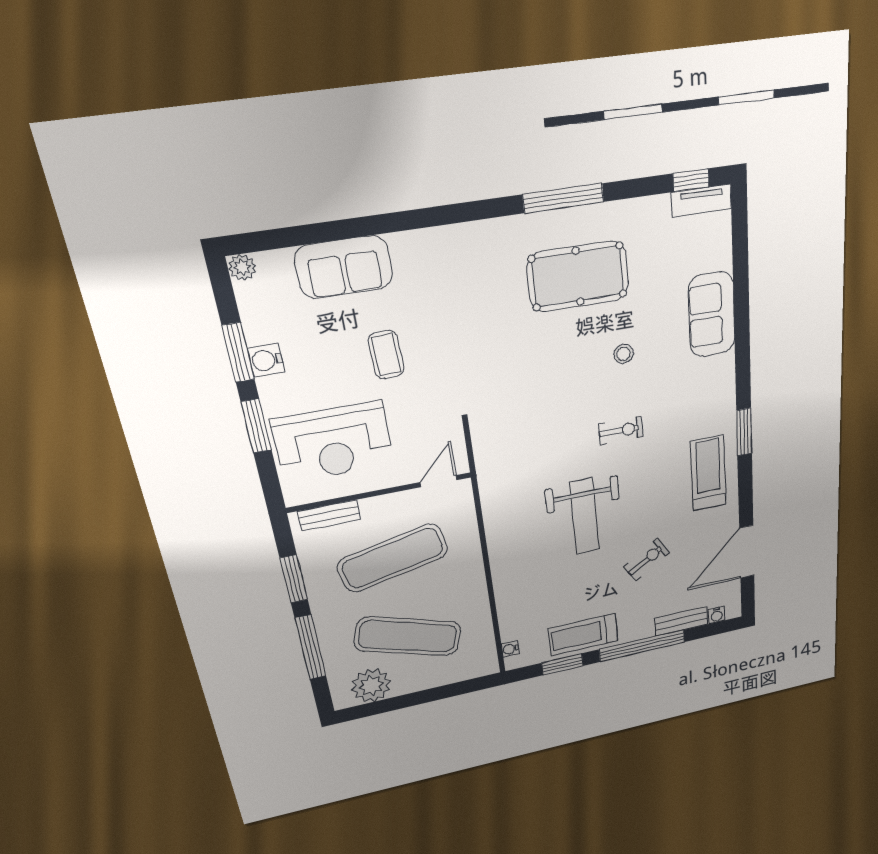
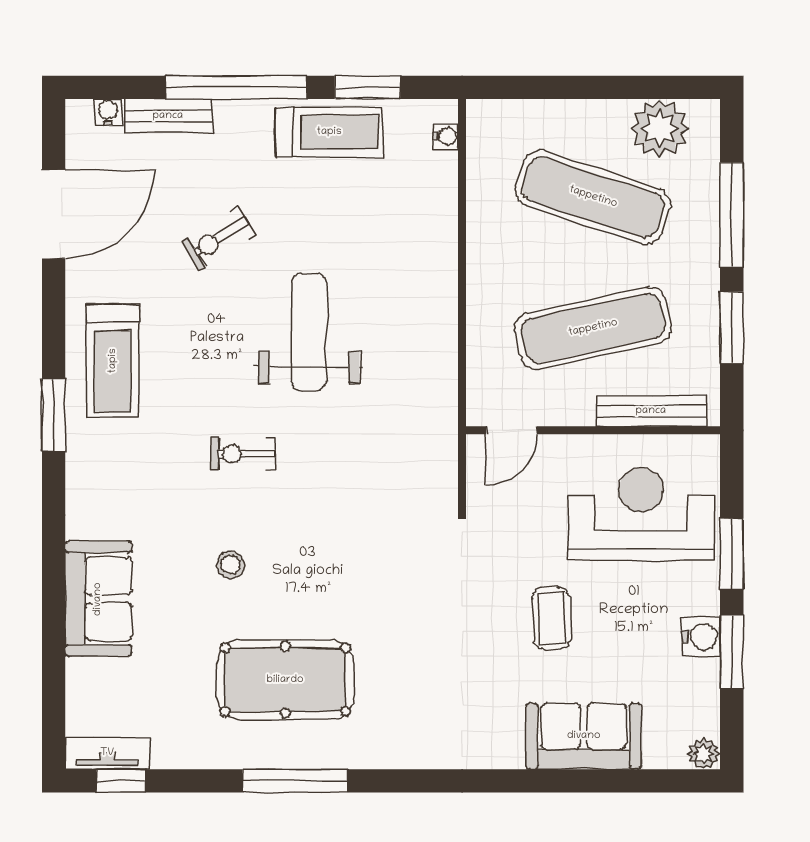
bench: (329, 516) -> (651, 411), width x1.36

